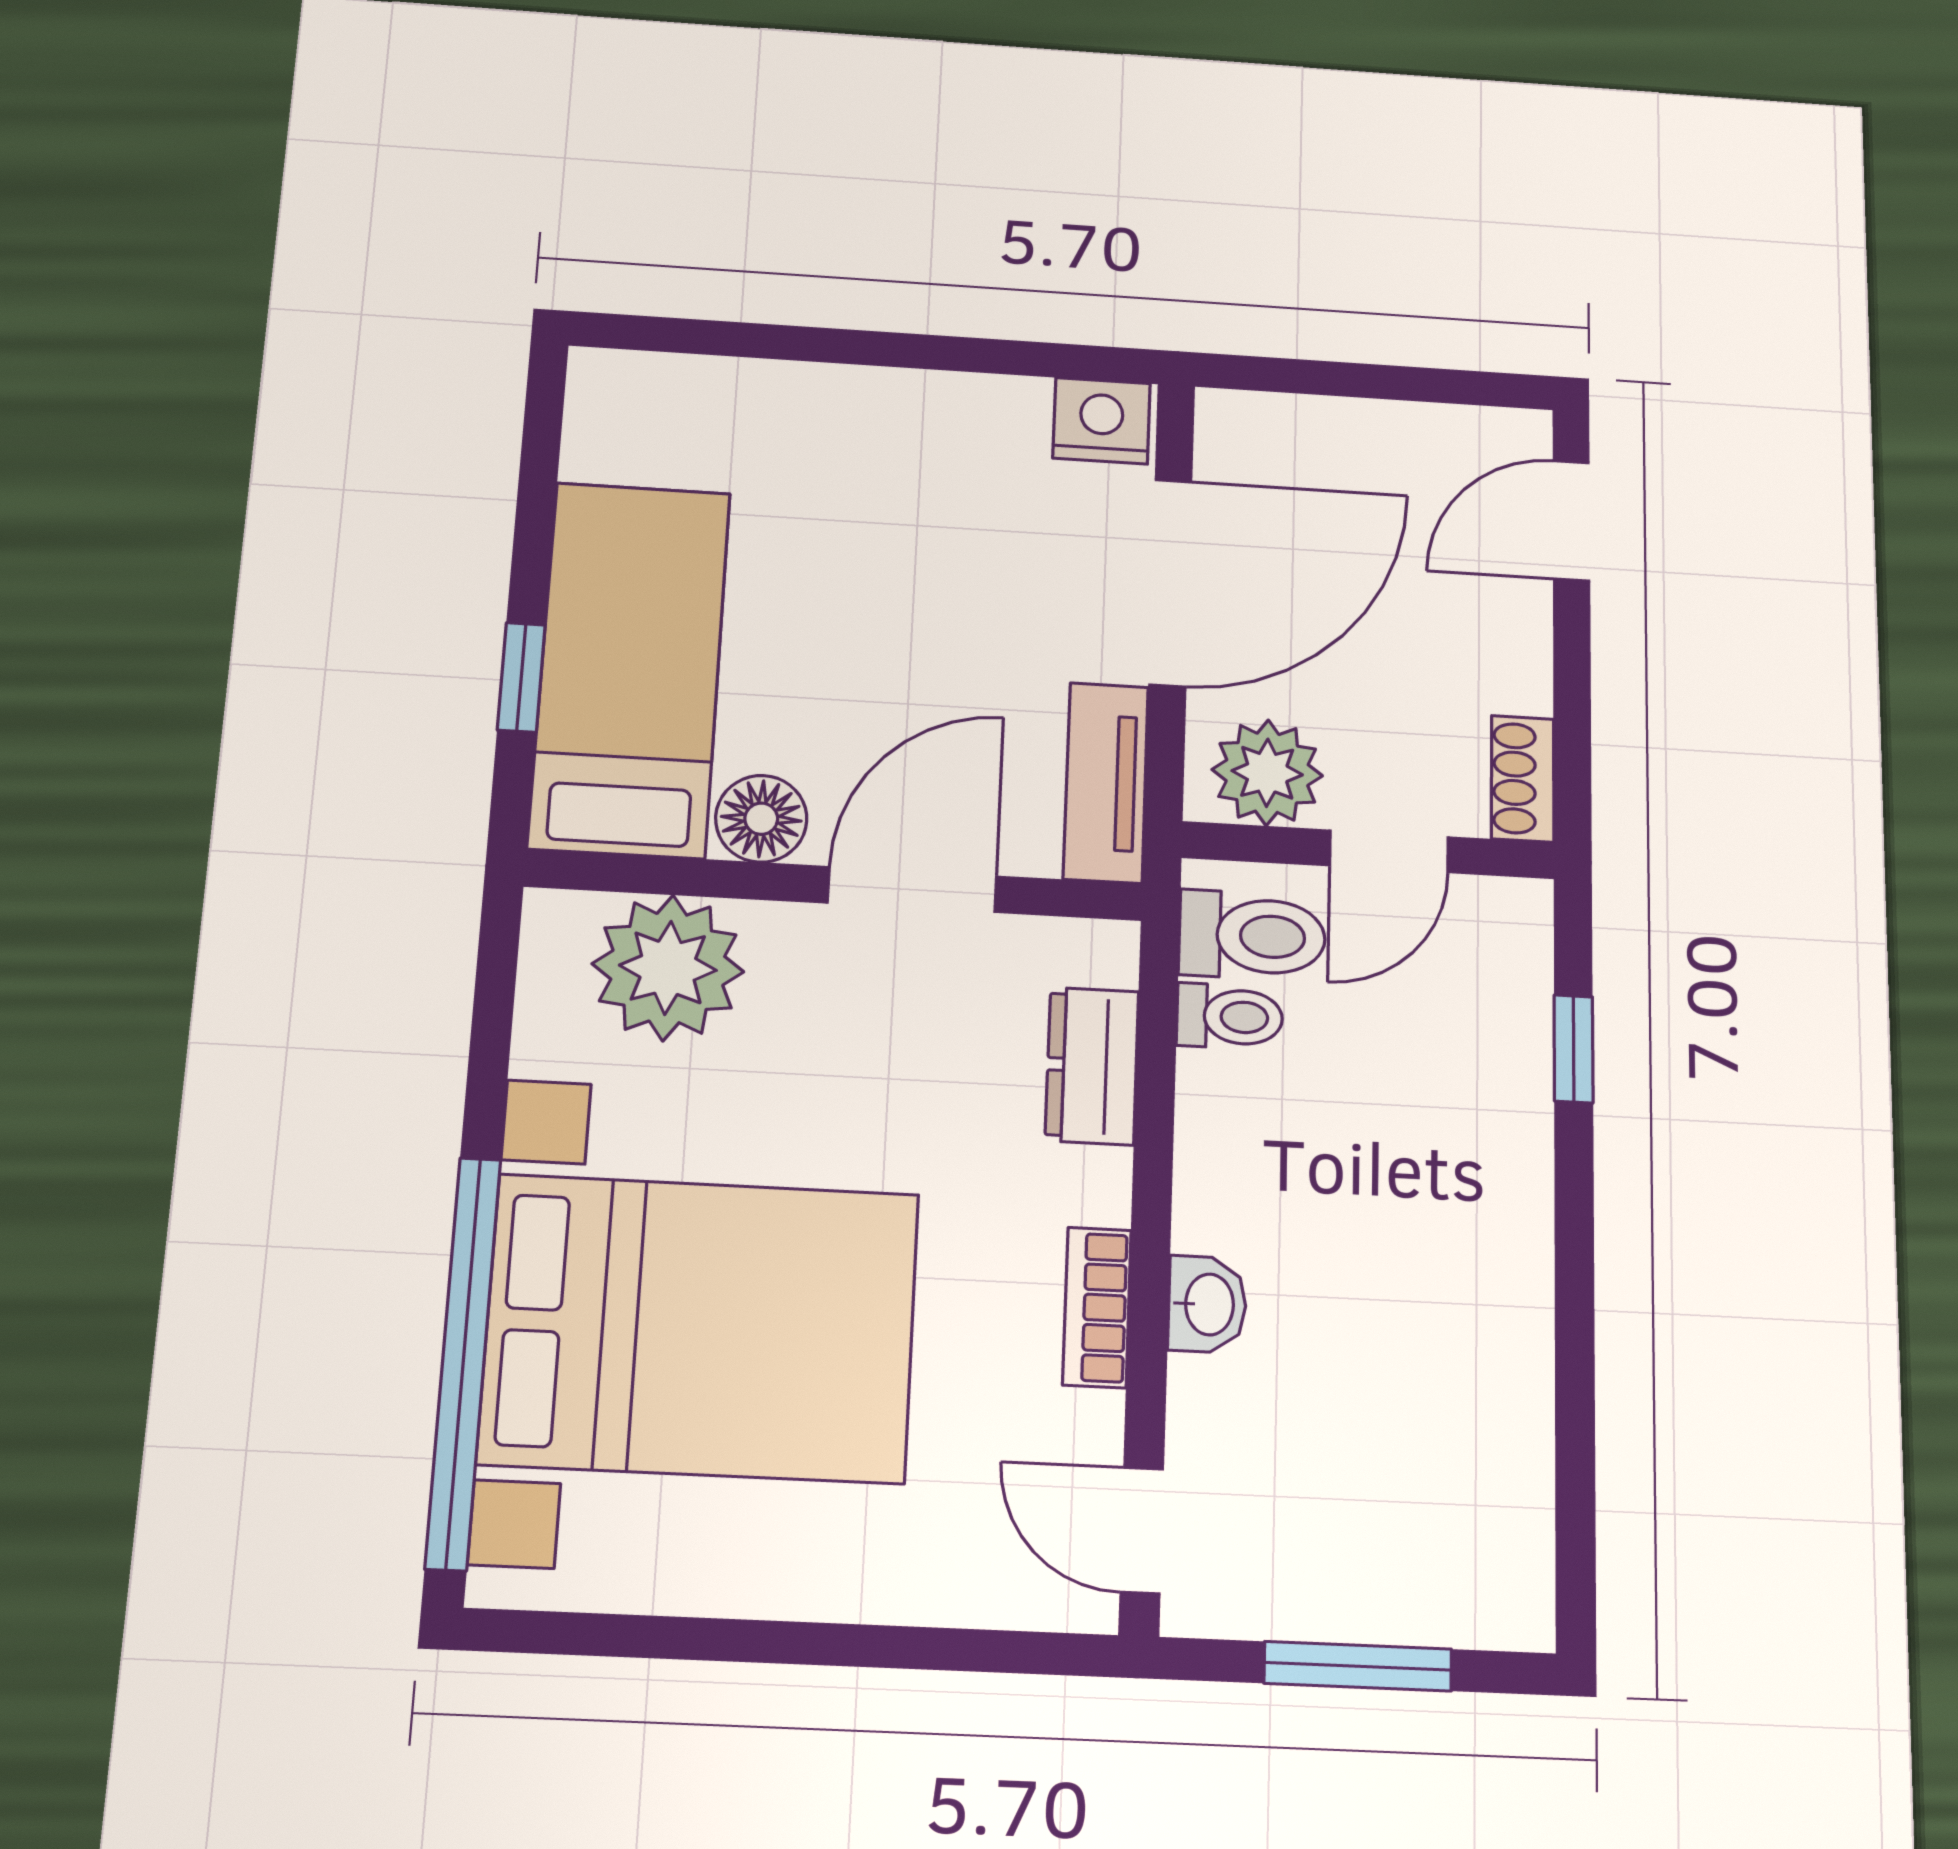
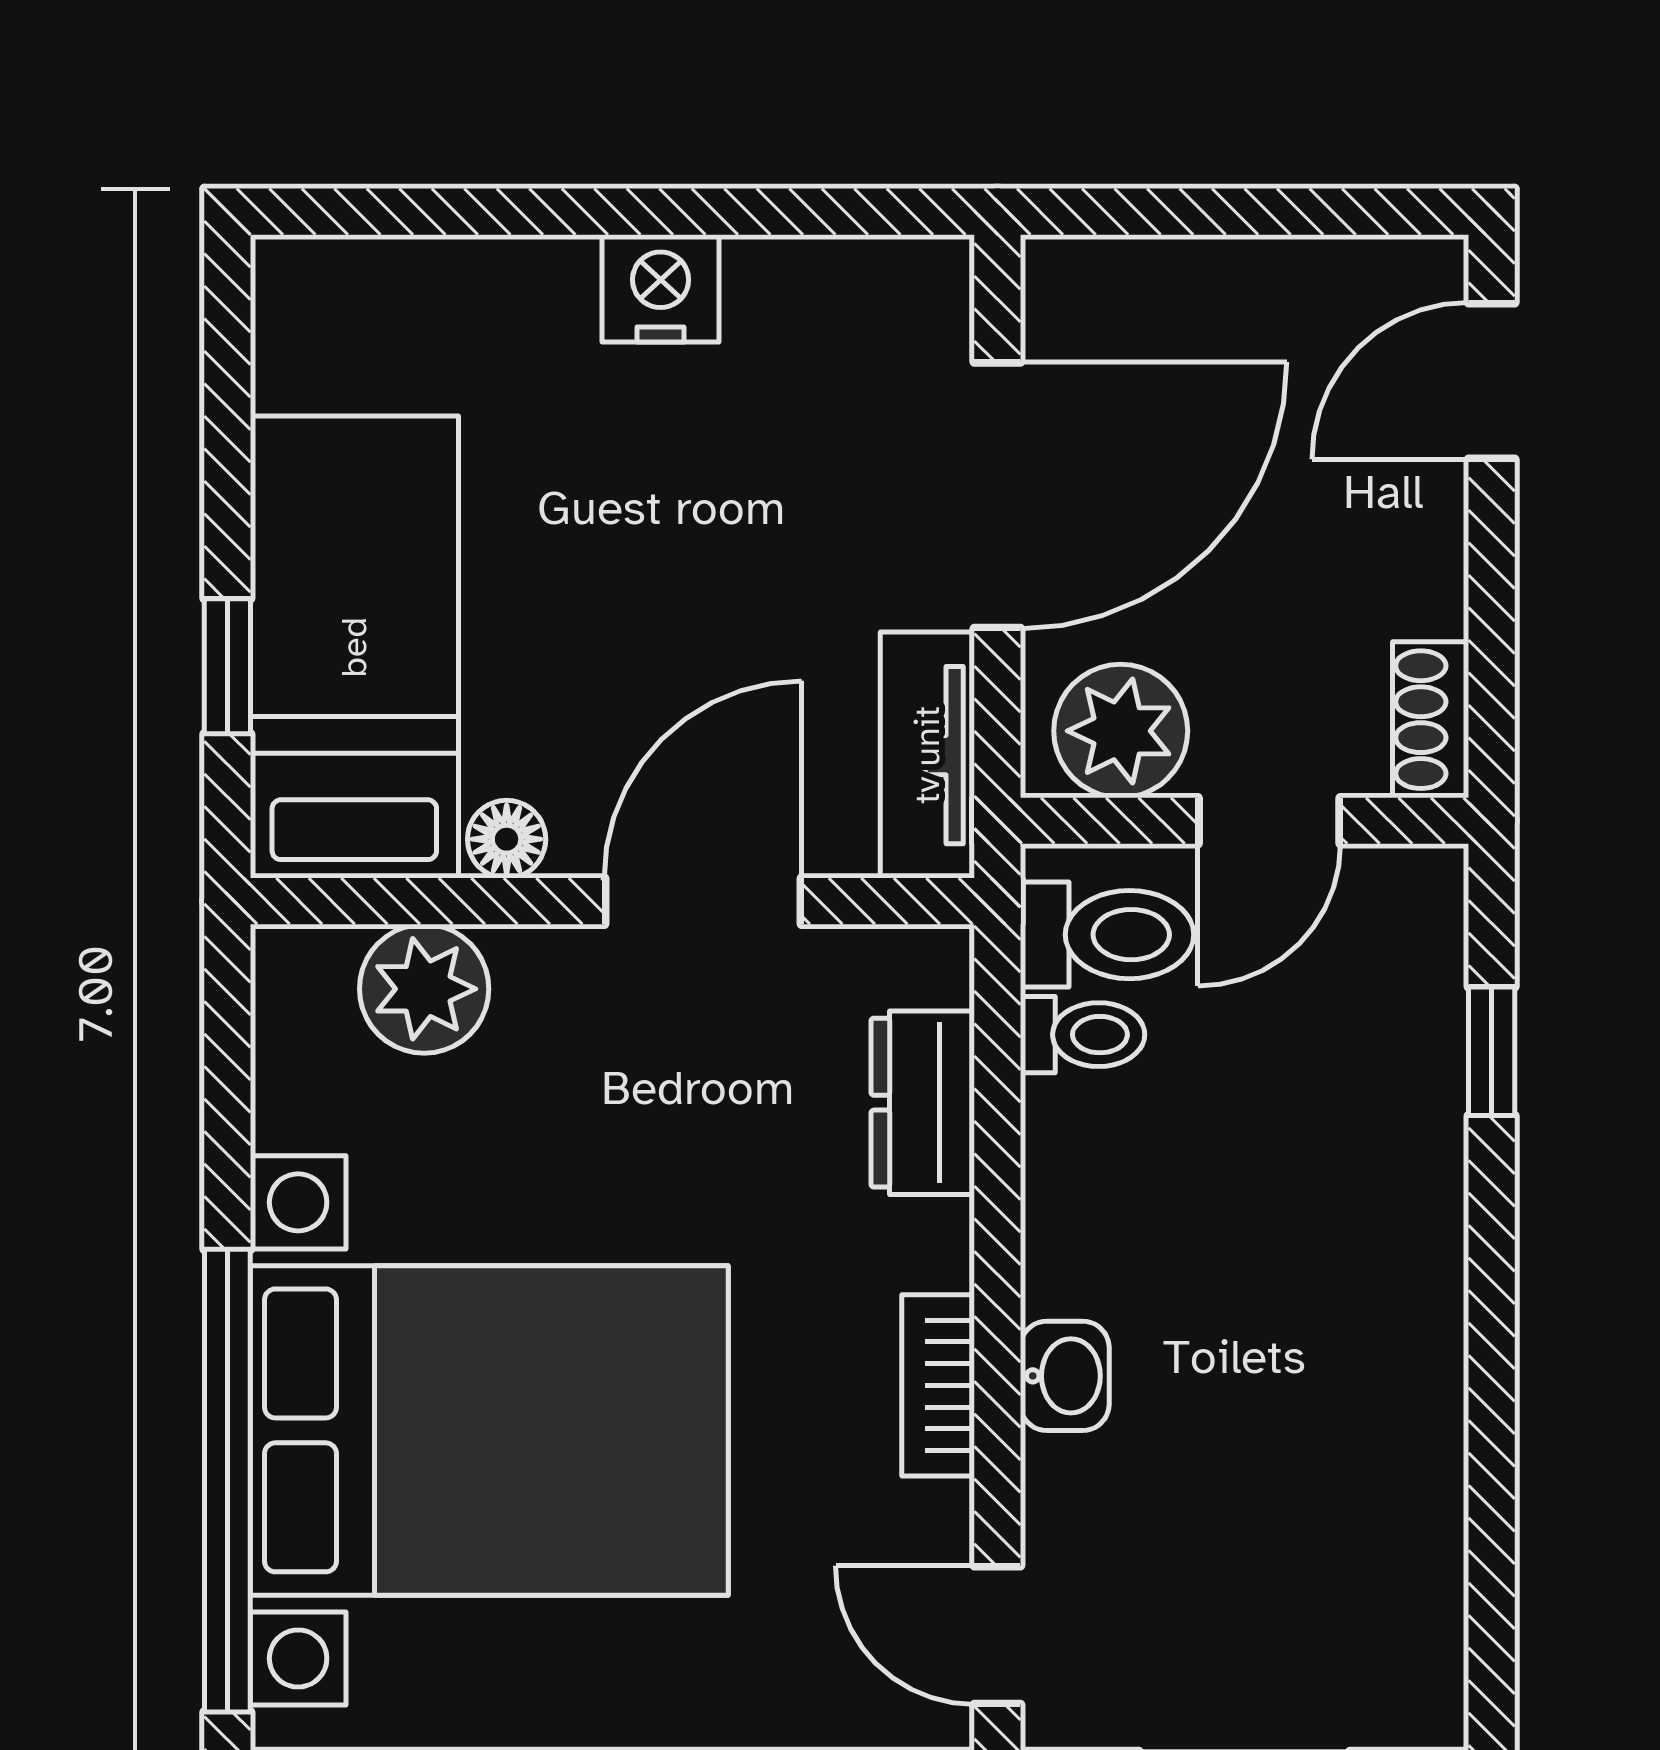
nightstand: (1102, 421) -> (661, 288), moved
floor lamp: (761, 819) -> (507, 839), width x0.73, depth x0.73
plant: (668, 968) -> (424, 989), width x0.73, depth x0.73

